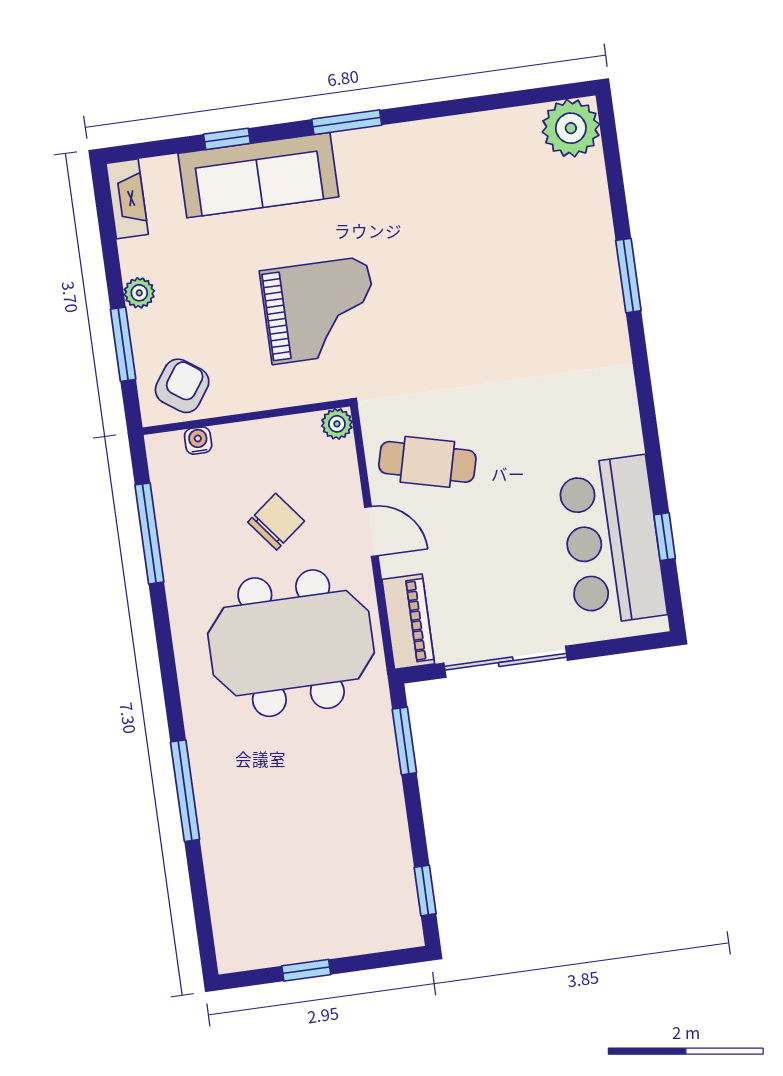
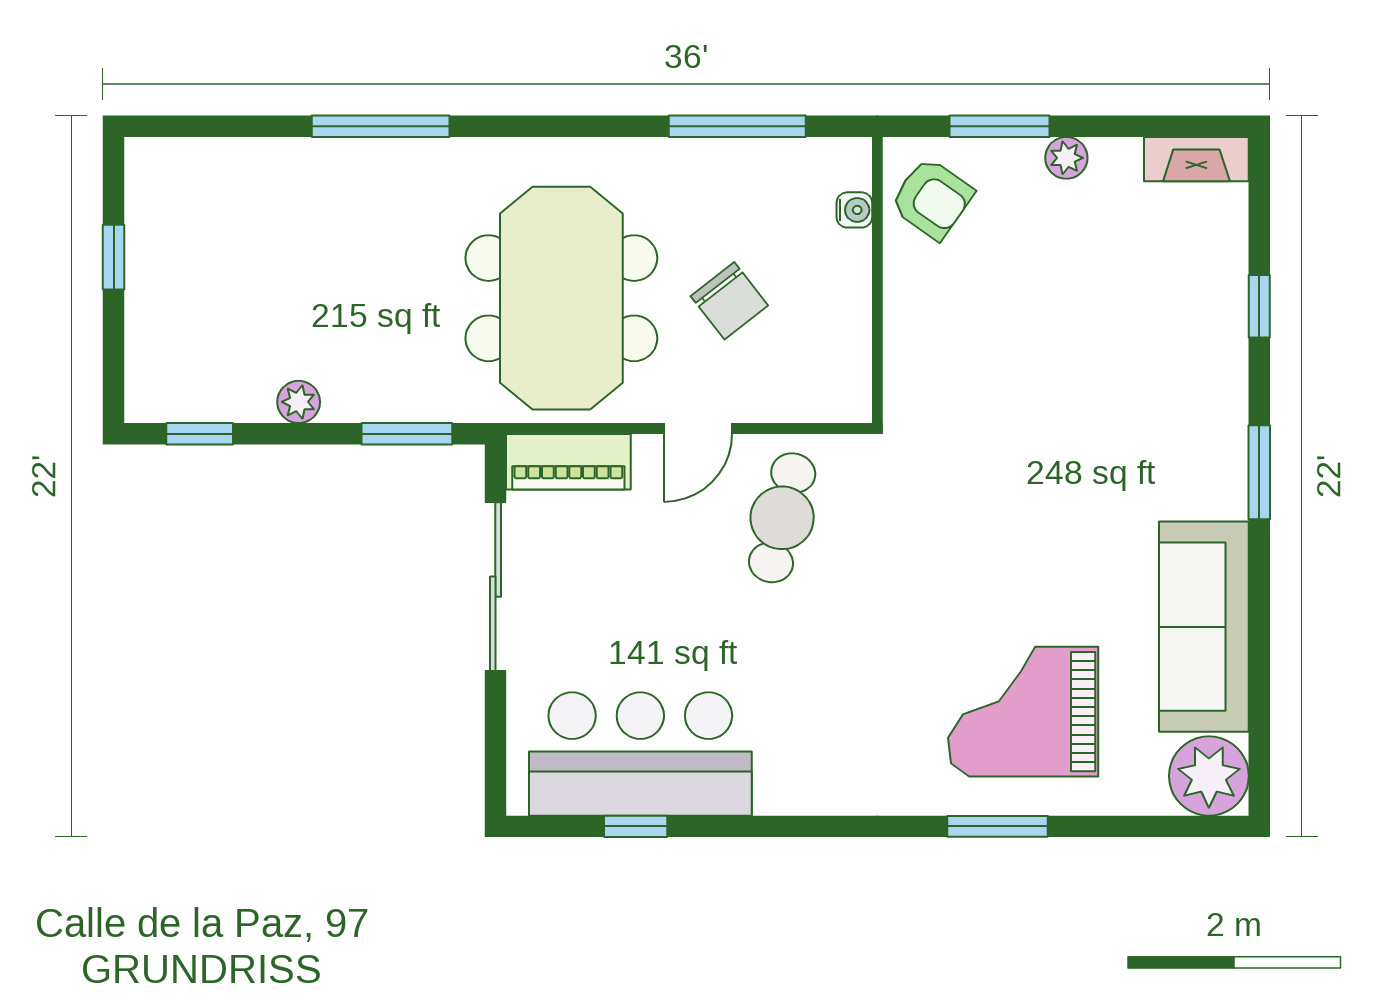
sofa: (258, 175) -> (1204, 627), moved
grand piano: (320, 310) -> (1023, 712), moved, turned 90
plant: (337, 424) -> (299, 402), moved

